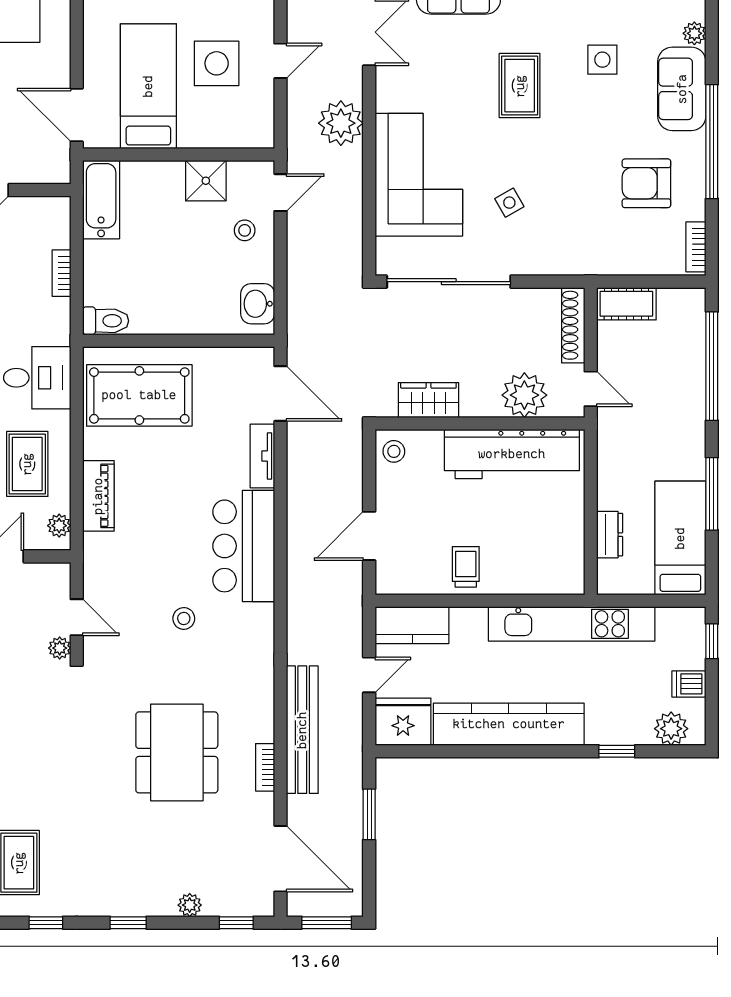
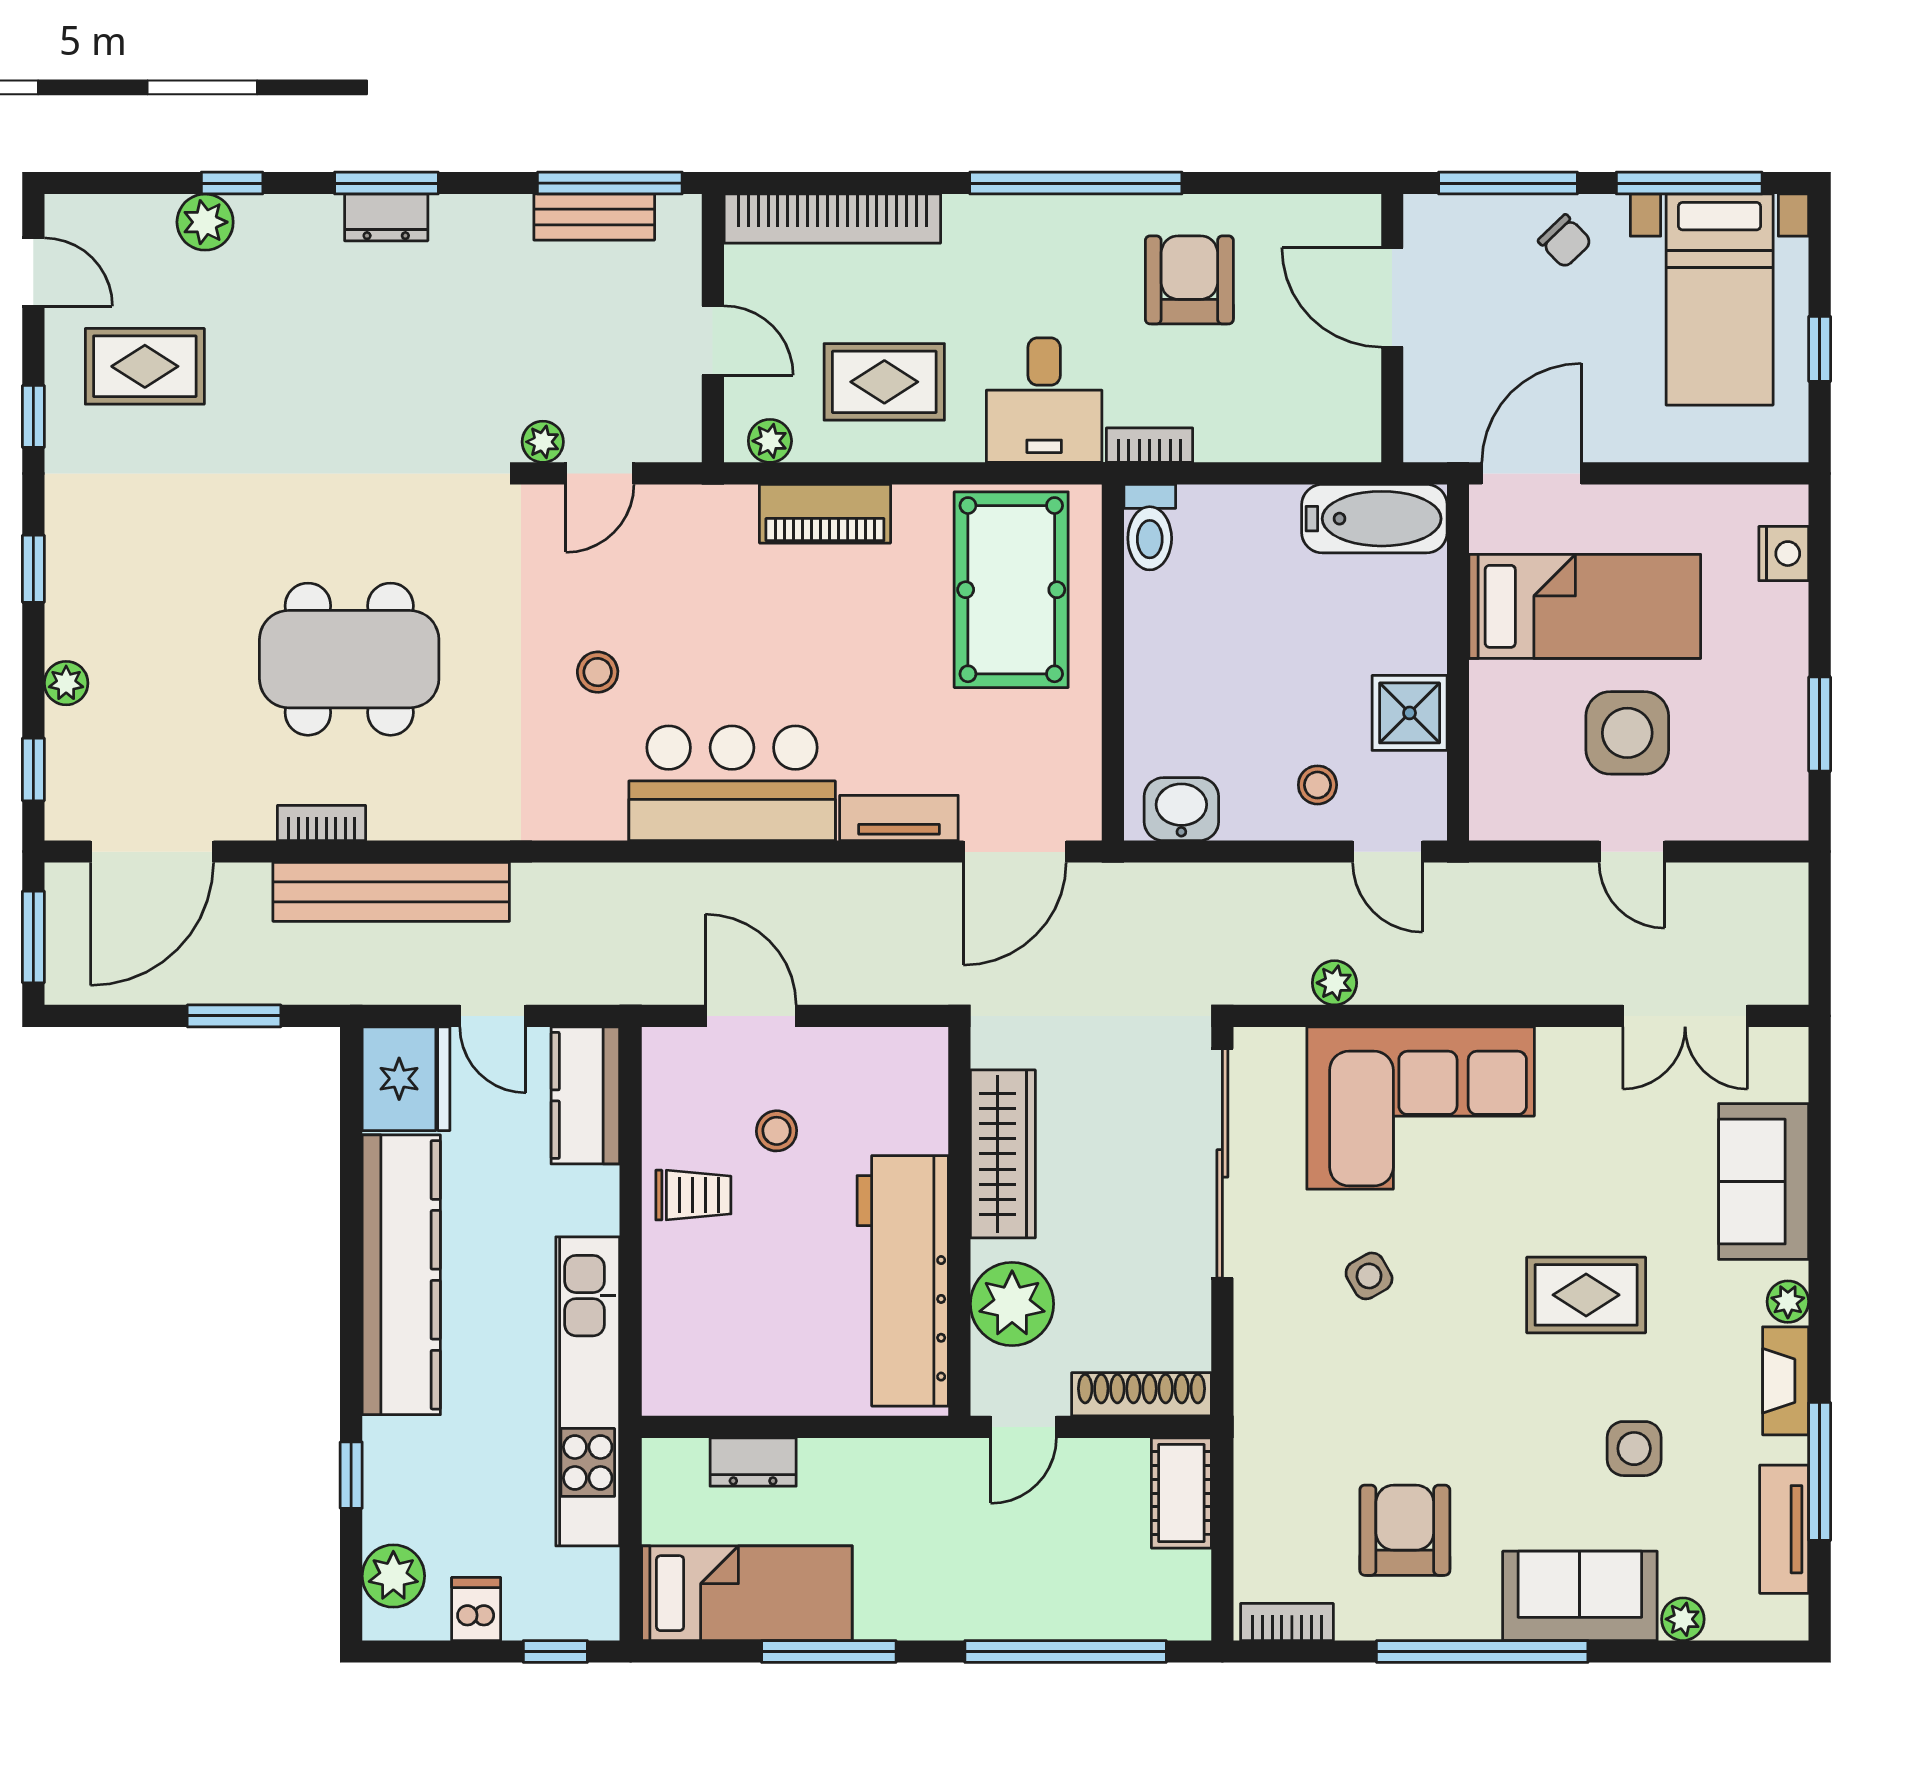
plant: (341, 123) -> (1334, 983), moved, width x0.53, depth x0.53
bookcase: (61, 273) -> (1150, 445), moved
wardrobe: (428, 400) -> (1003, 1154), width x1.50
stool: (394, 451) -> (777, 1131), moved

